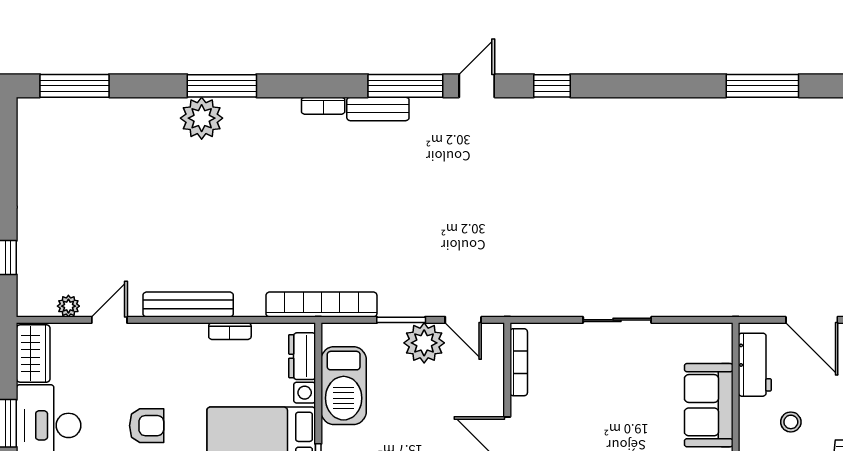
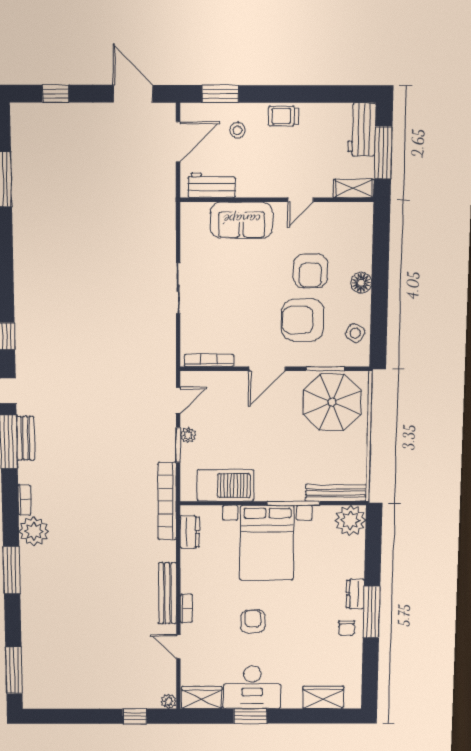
bench: (378, 109) -> (25, 438), moved
plant: (202, 118) -> (34, 531), moved
plant: (68, 306) -> (169, 701), moved
bookcase: (230, 331) -> (186, 608), moved
plant: (424, 343) -> (188, 435), width x0.53, depth x0.53
dresser: (302, 356) -> (190, 532), moved, turned -90
stool: (791, 422) -> (237, 130), moved

